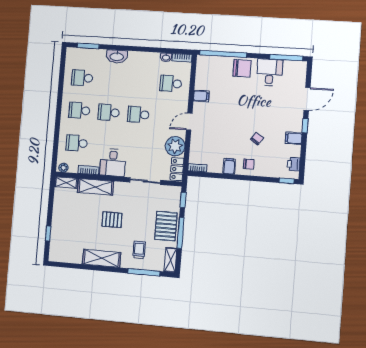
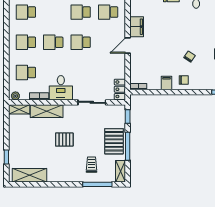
school desk: (141, 82) -> (81, 12), added
filing cabinet: (201, 96) -> (137, 27), width x2.00
plant: (175, 146) -> (117, 69), removed
shelving: (101, 258) -> (30, 175), moved

